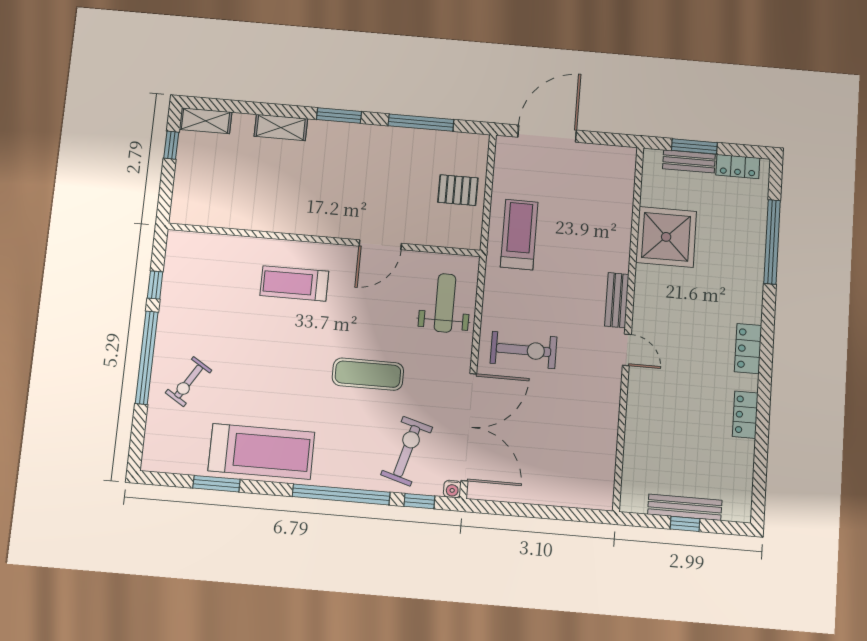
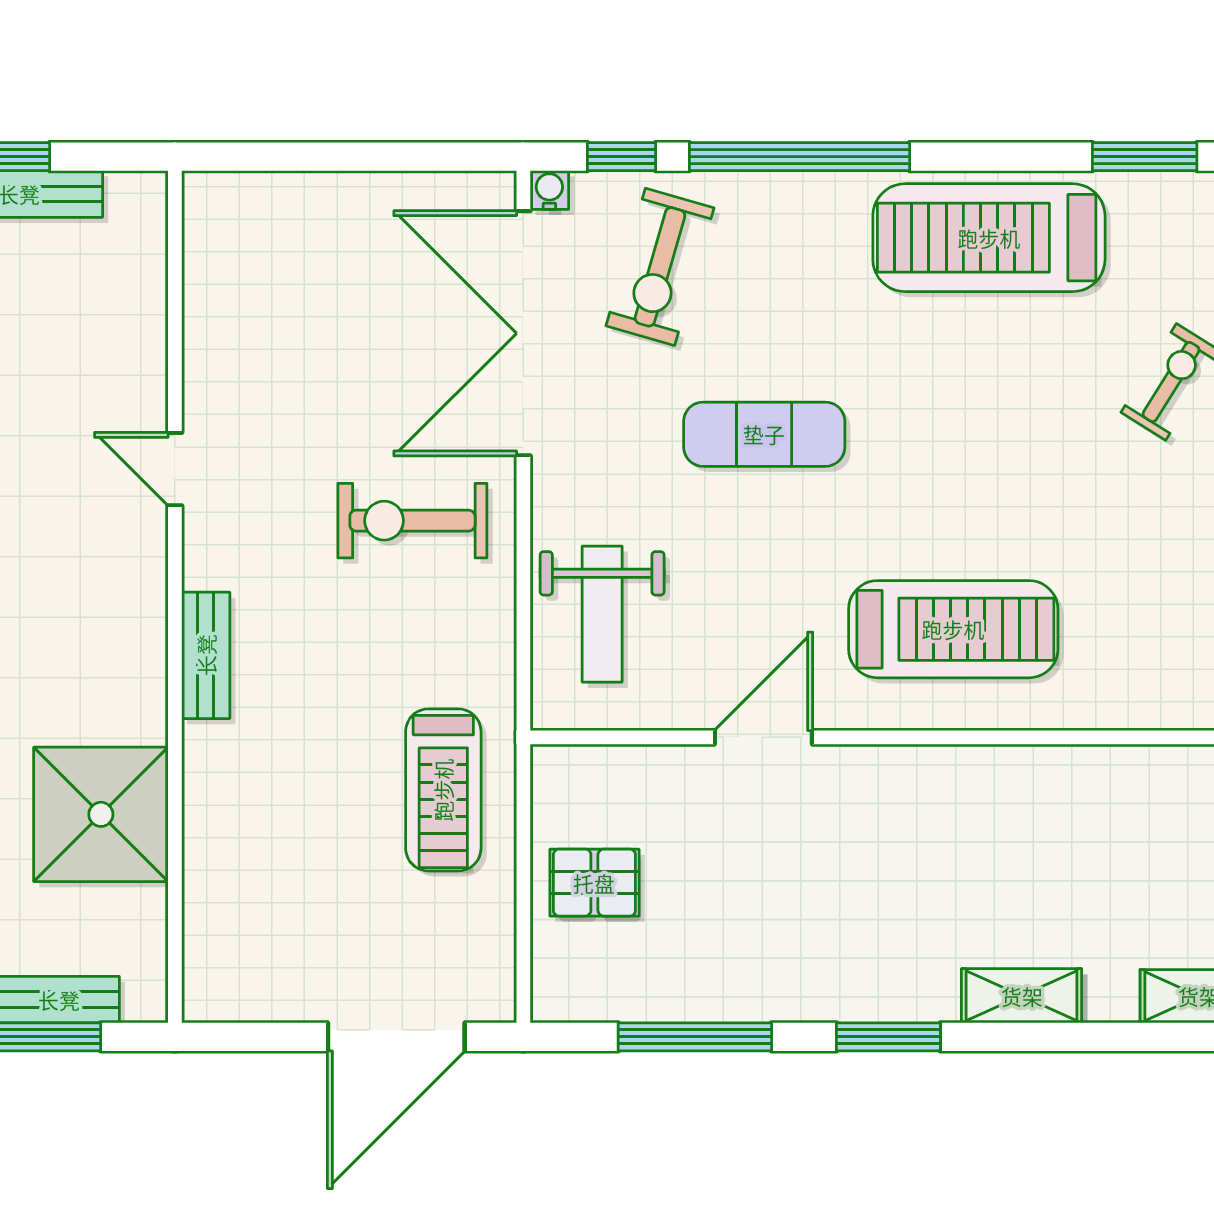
treadmill: (294, 283) -> (953, 629), width x1.37, depth x1.38
door: (627, 350) -> (175, 469), moved
window: (216, 484) -> (1145, 157), moved

